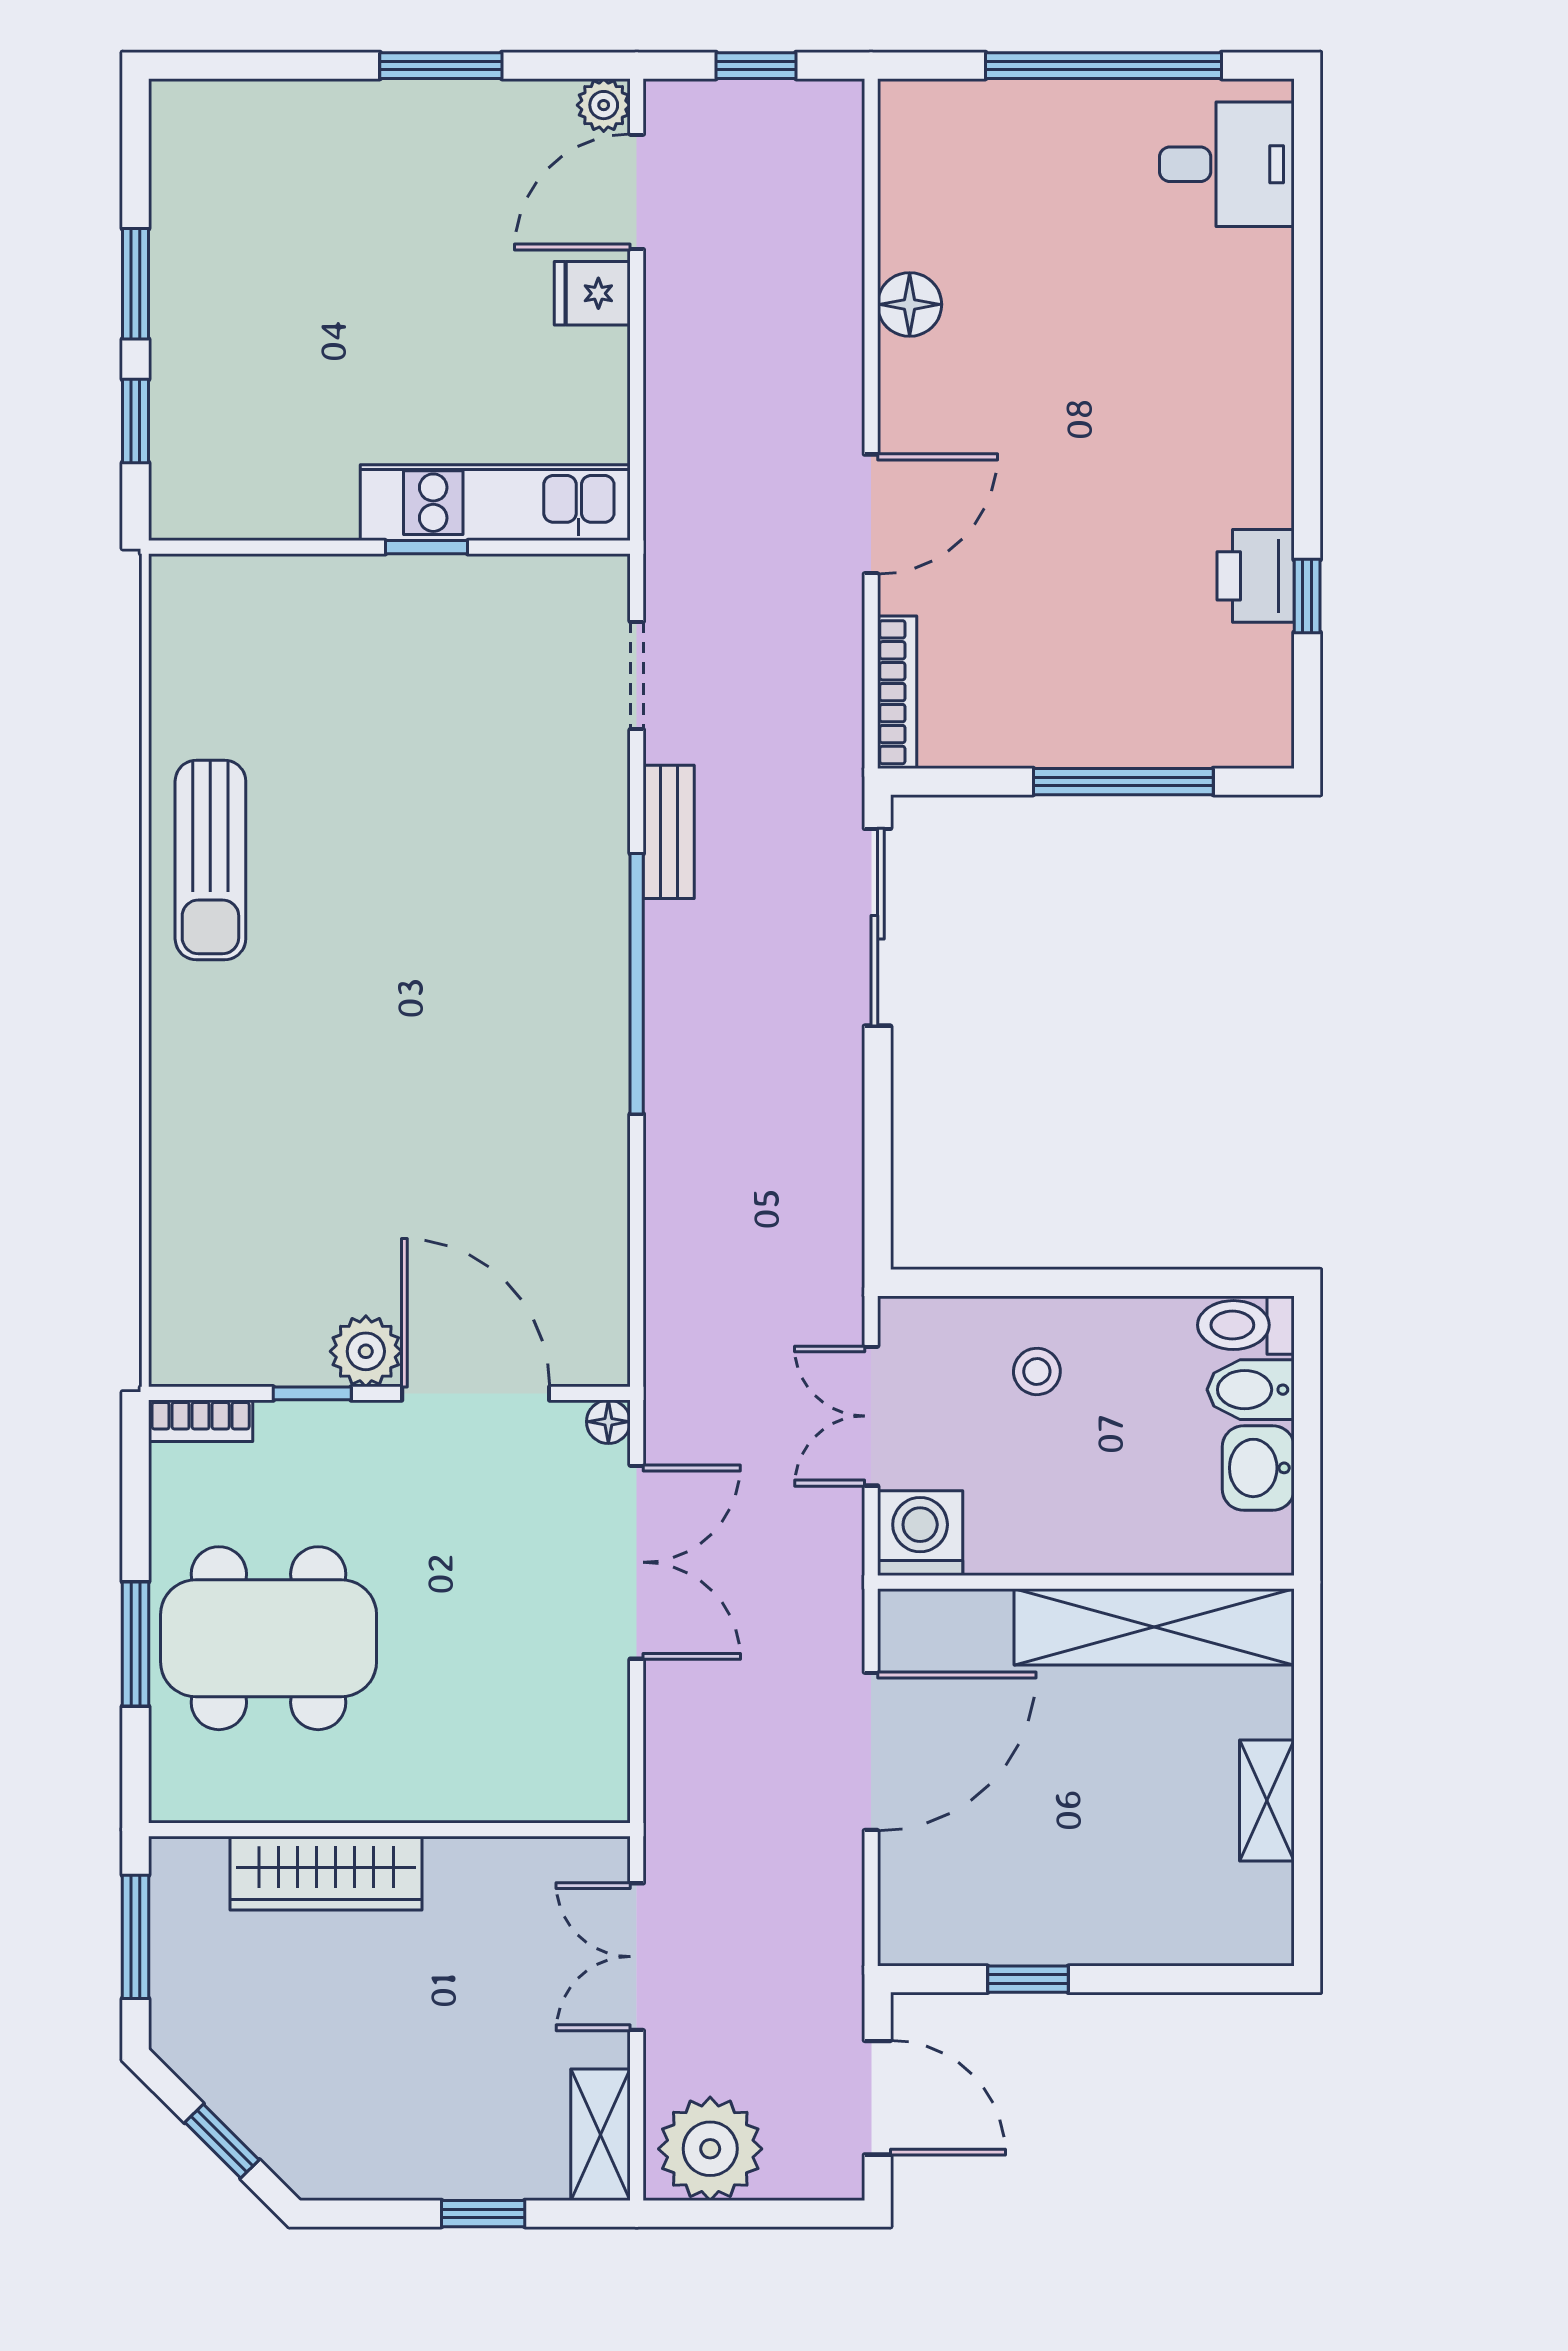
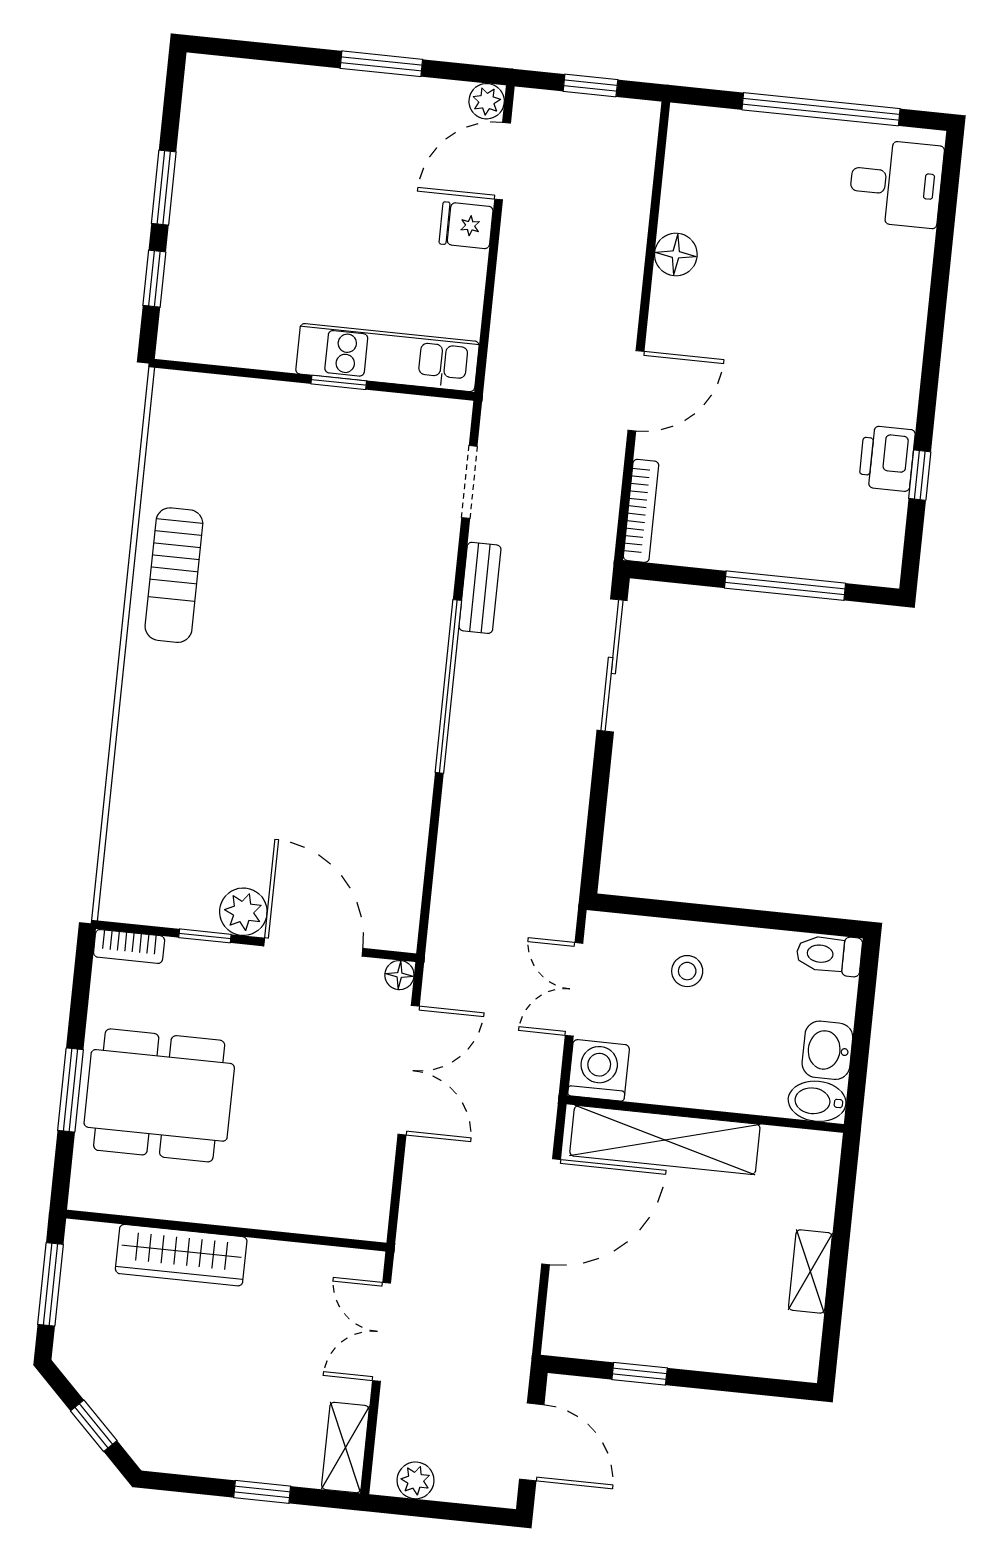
bidet: (1251, 1390) -> (817, 1101), moved
shelving: (1154, 1627) -> (665, 1140), moved
plant: (710, 2149) -> (416, 1480), width x0.53, depth x0.53

